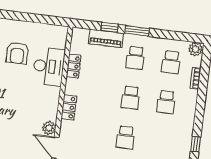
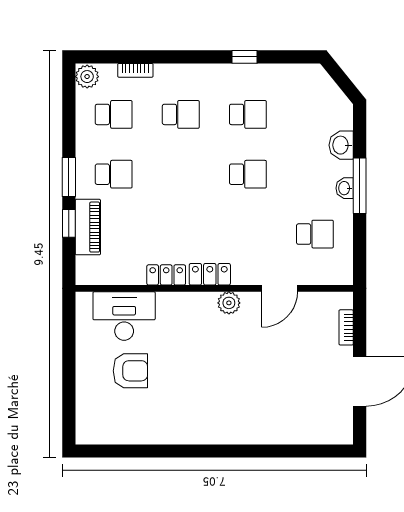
desk: (49, 66) -> (124, 316), moved
locker: (74, 66) -> (166, 275), moved
school desk: (130, 98) -> (248, 114), moved
plant: (49, 128) -> (229, 303), moved

